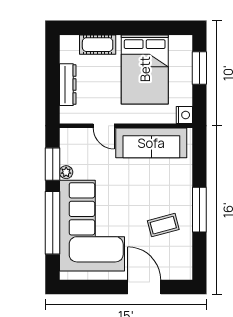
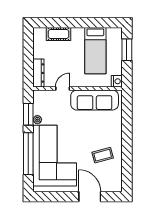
bed: (145, 69) -> (95, 51), width x0.67
dresser: (68, 85) -> (38, 73), moved
door: (104, 126) -> (63, 88), swing flipped
window: (199, 210) -> (127, 145), removed

